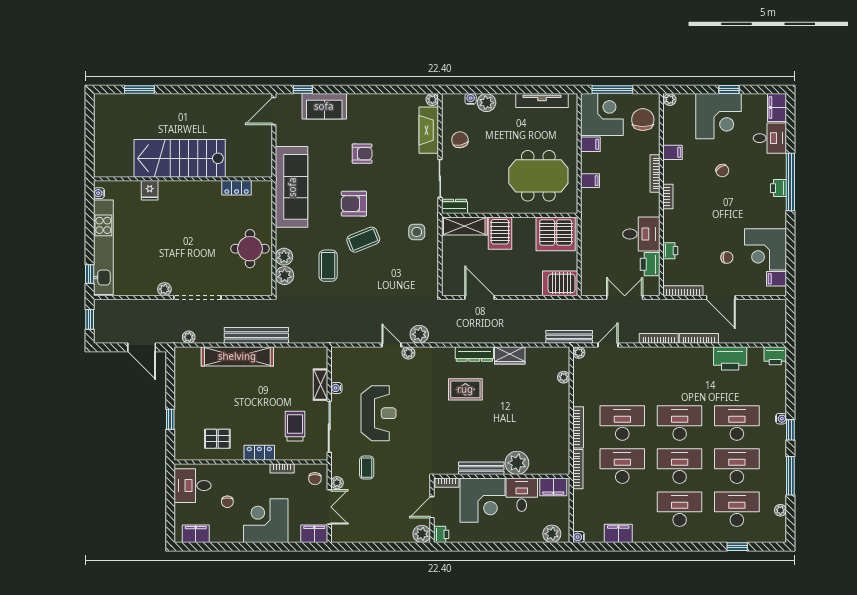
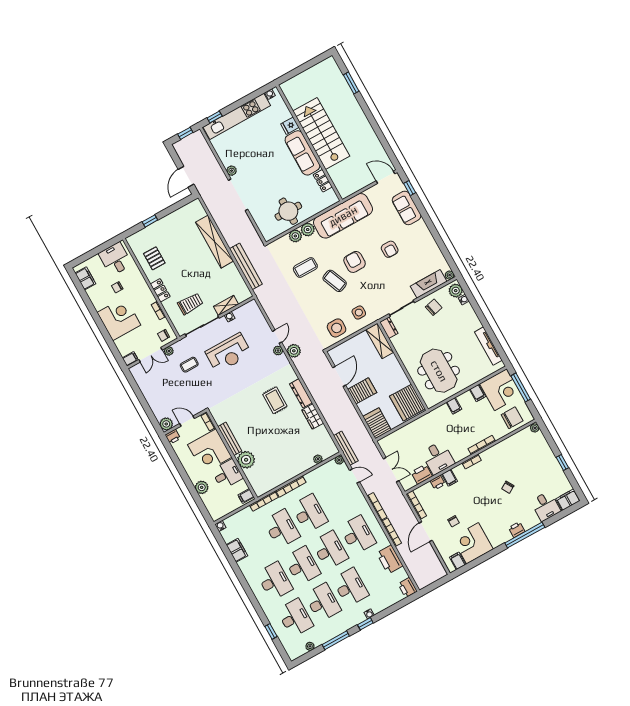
plant: (486, 103) -> (456, 291), moved
corner desk: (719, 116) -> (541, 465), removed
filing cabinet: (673, 152) -> (450, 478), moved
sofa: (190, 193) -> (302, 153), added
server rack: (500, 233) -> (362, 391), moved, turned 180
side table: (420, 269) -> (337, 328), added
plant: (285, 276) -> (308, 230), moved
bench: (256, 335) -> (246, 266), moved
plant: (189, 337) -> (209, 203), removed
desk: (680, 380) -> (358, 535), added
filing cabinet: (553, 487) -> (246, 496), width x0.50
filing cabinet: (314, 534) -> (130, 359), width x0.50
plant: (552, 534) -> (202, 487), moved

